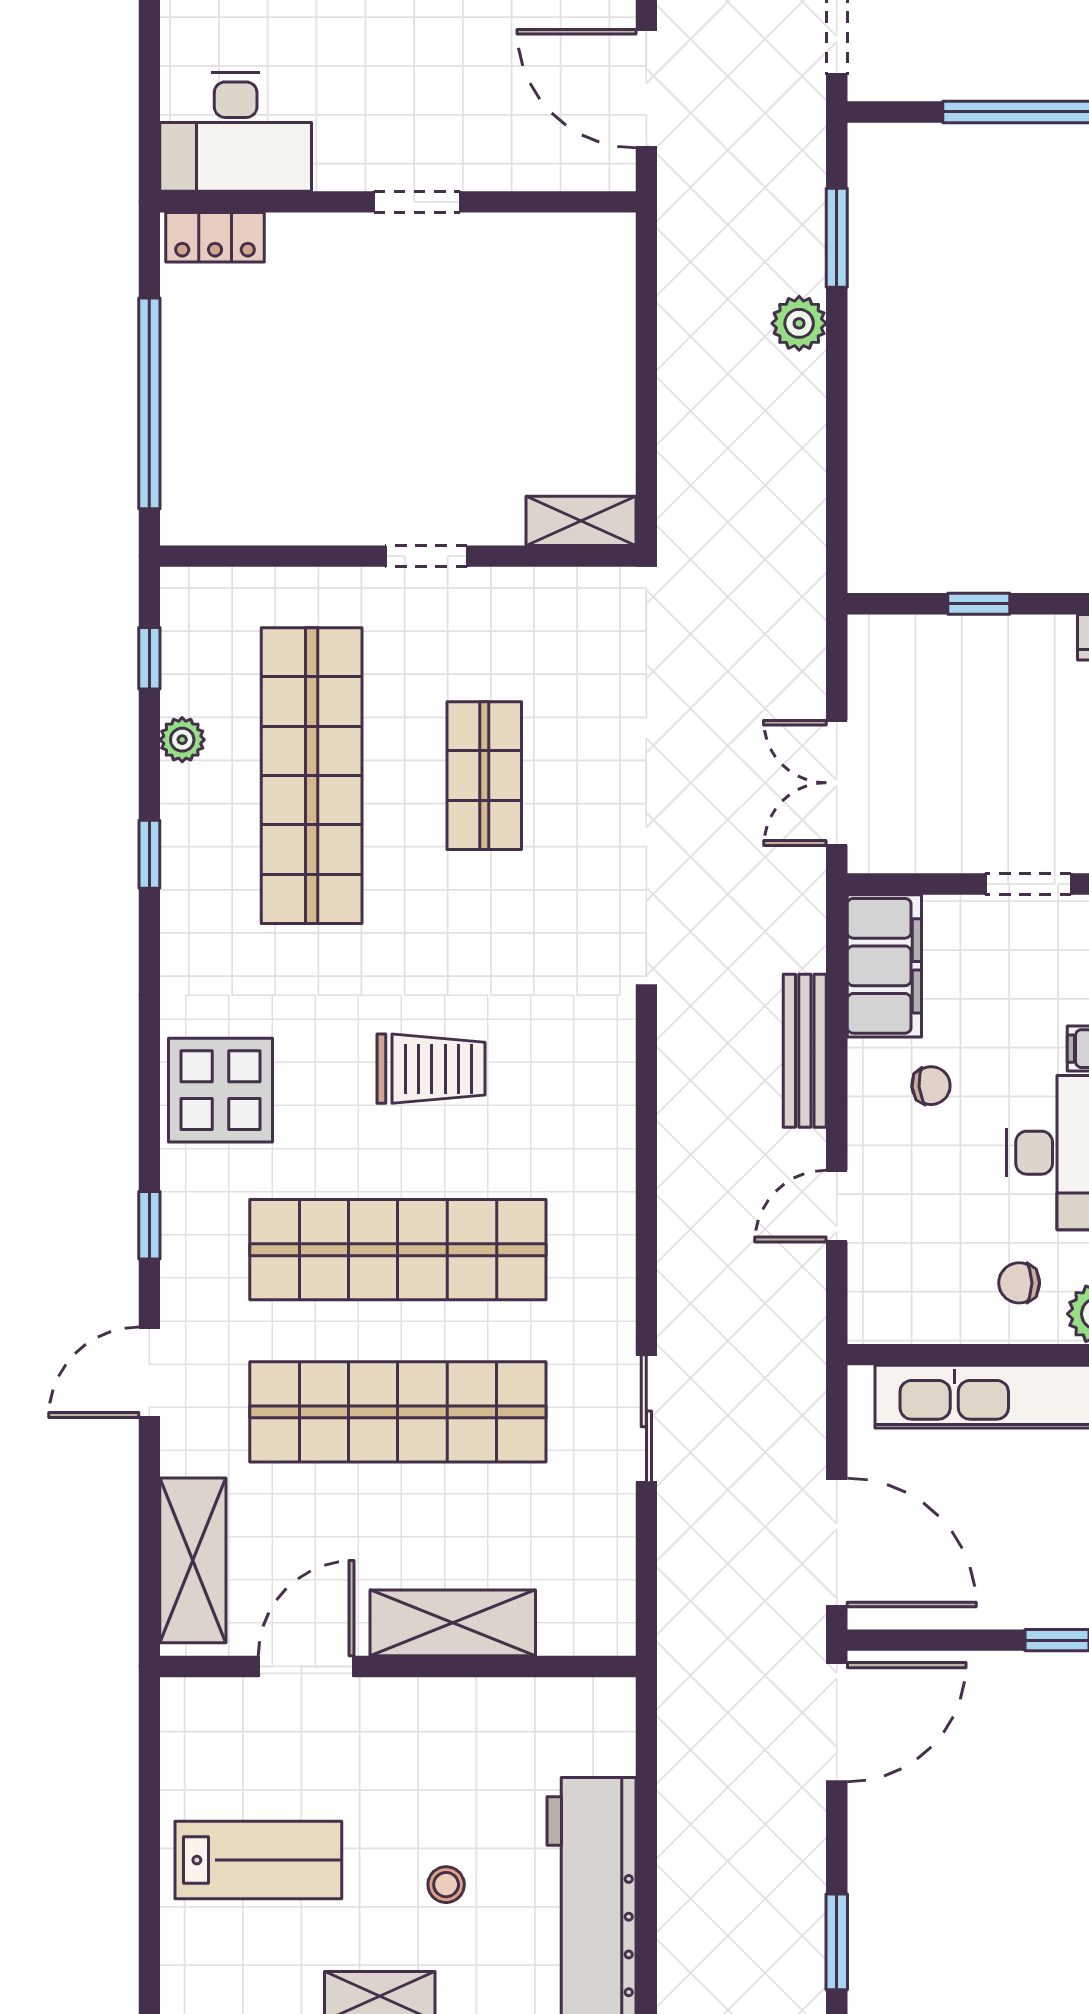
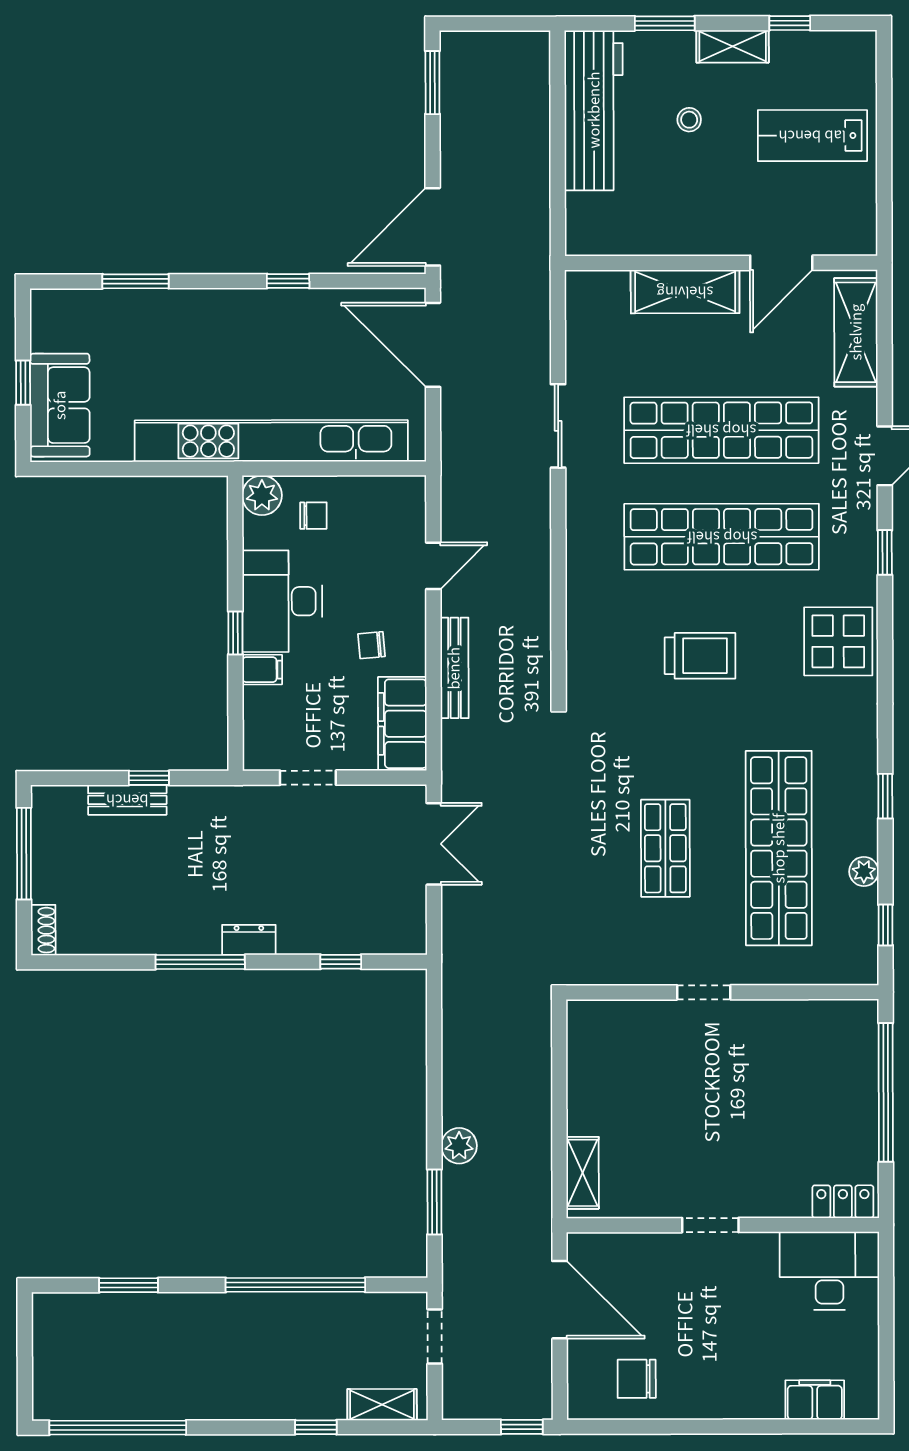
shelving: (581, 521) -> (583, 1173), moved, turned 90
trolley: (431, 1069) -> (700, 656), turned 180

